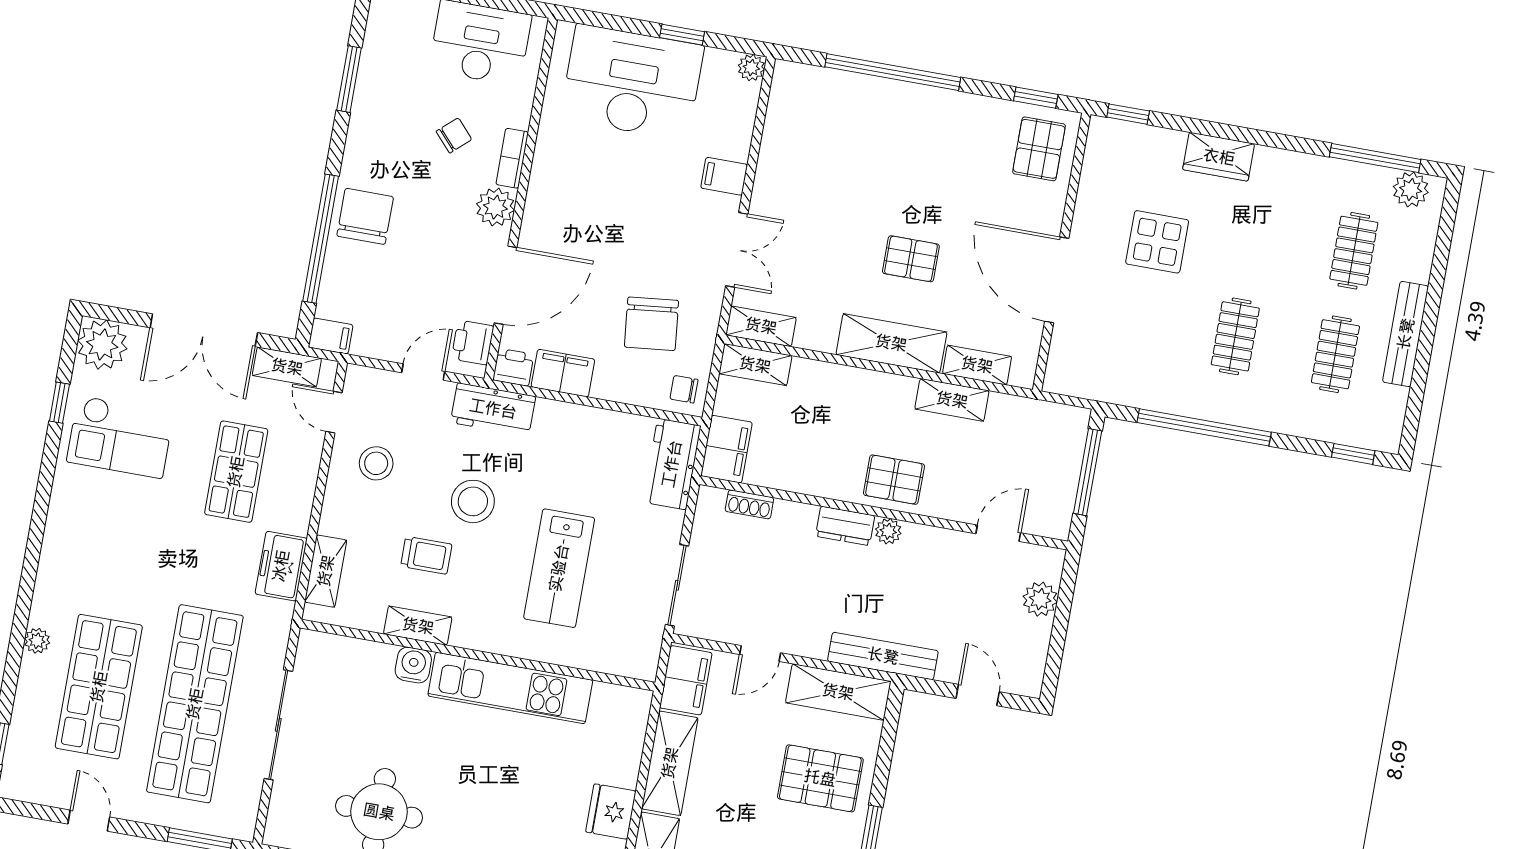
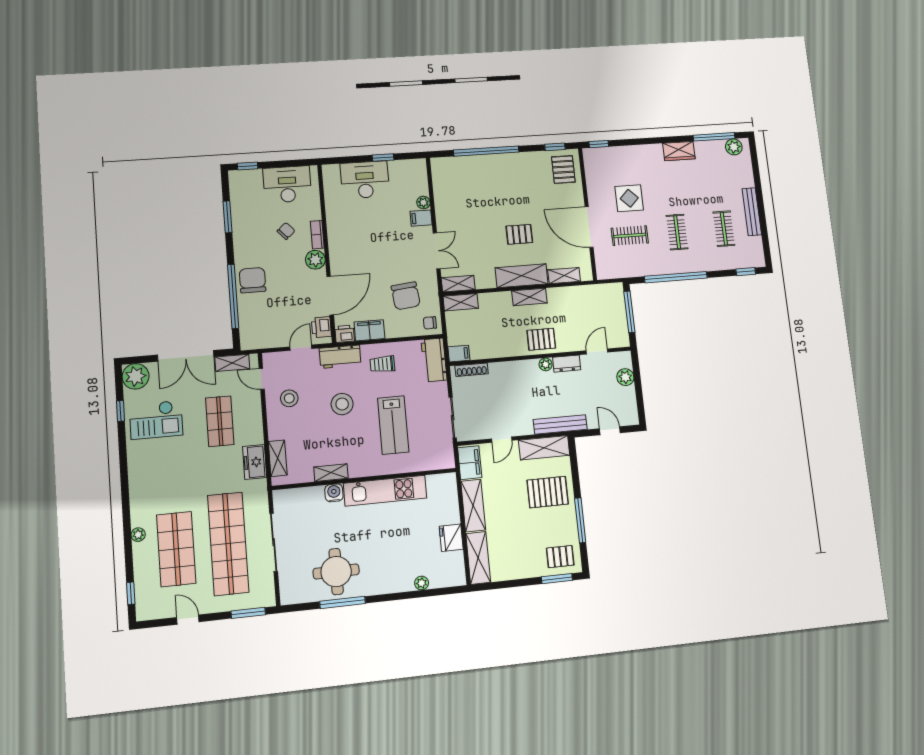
plant: (751, 68) -> (423, 203), moved
desk: (632, 82) -> (365, 180), width x0.73, depth x0.77
wardrobe: (1219, 157) -> (679, 151), moved
clothes rail: (1354, 251) -> (630, 236), moved, turned 90
filing cabinet: (331, 336) -> (250, 342), removed
shelving: (952, 400) -> (529, 297), moved
filing cabinet: (726, 449) -> (459, 354), width x0.50
shoe rack: (749, 504) -> (472, 370), width x1.43
dresser: (845, 526) -> (567, 364), moved
trolley: (426, 555) -> (382, 364), moved, turned 180

